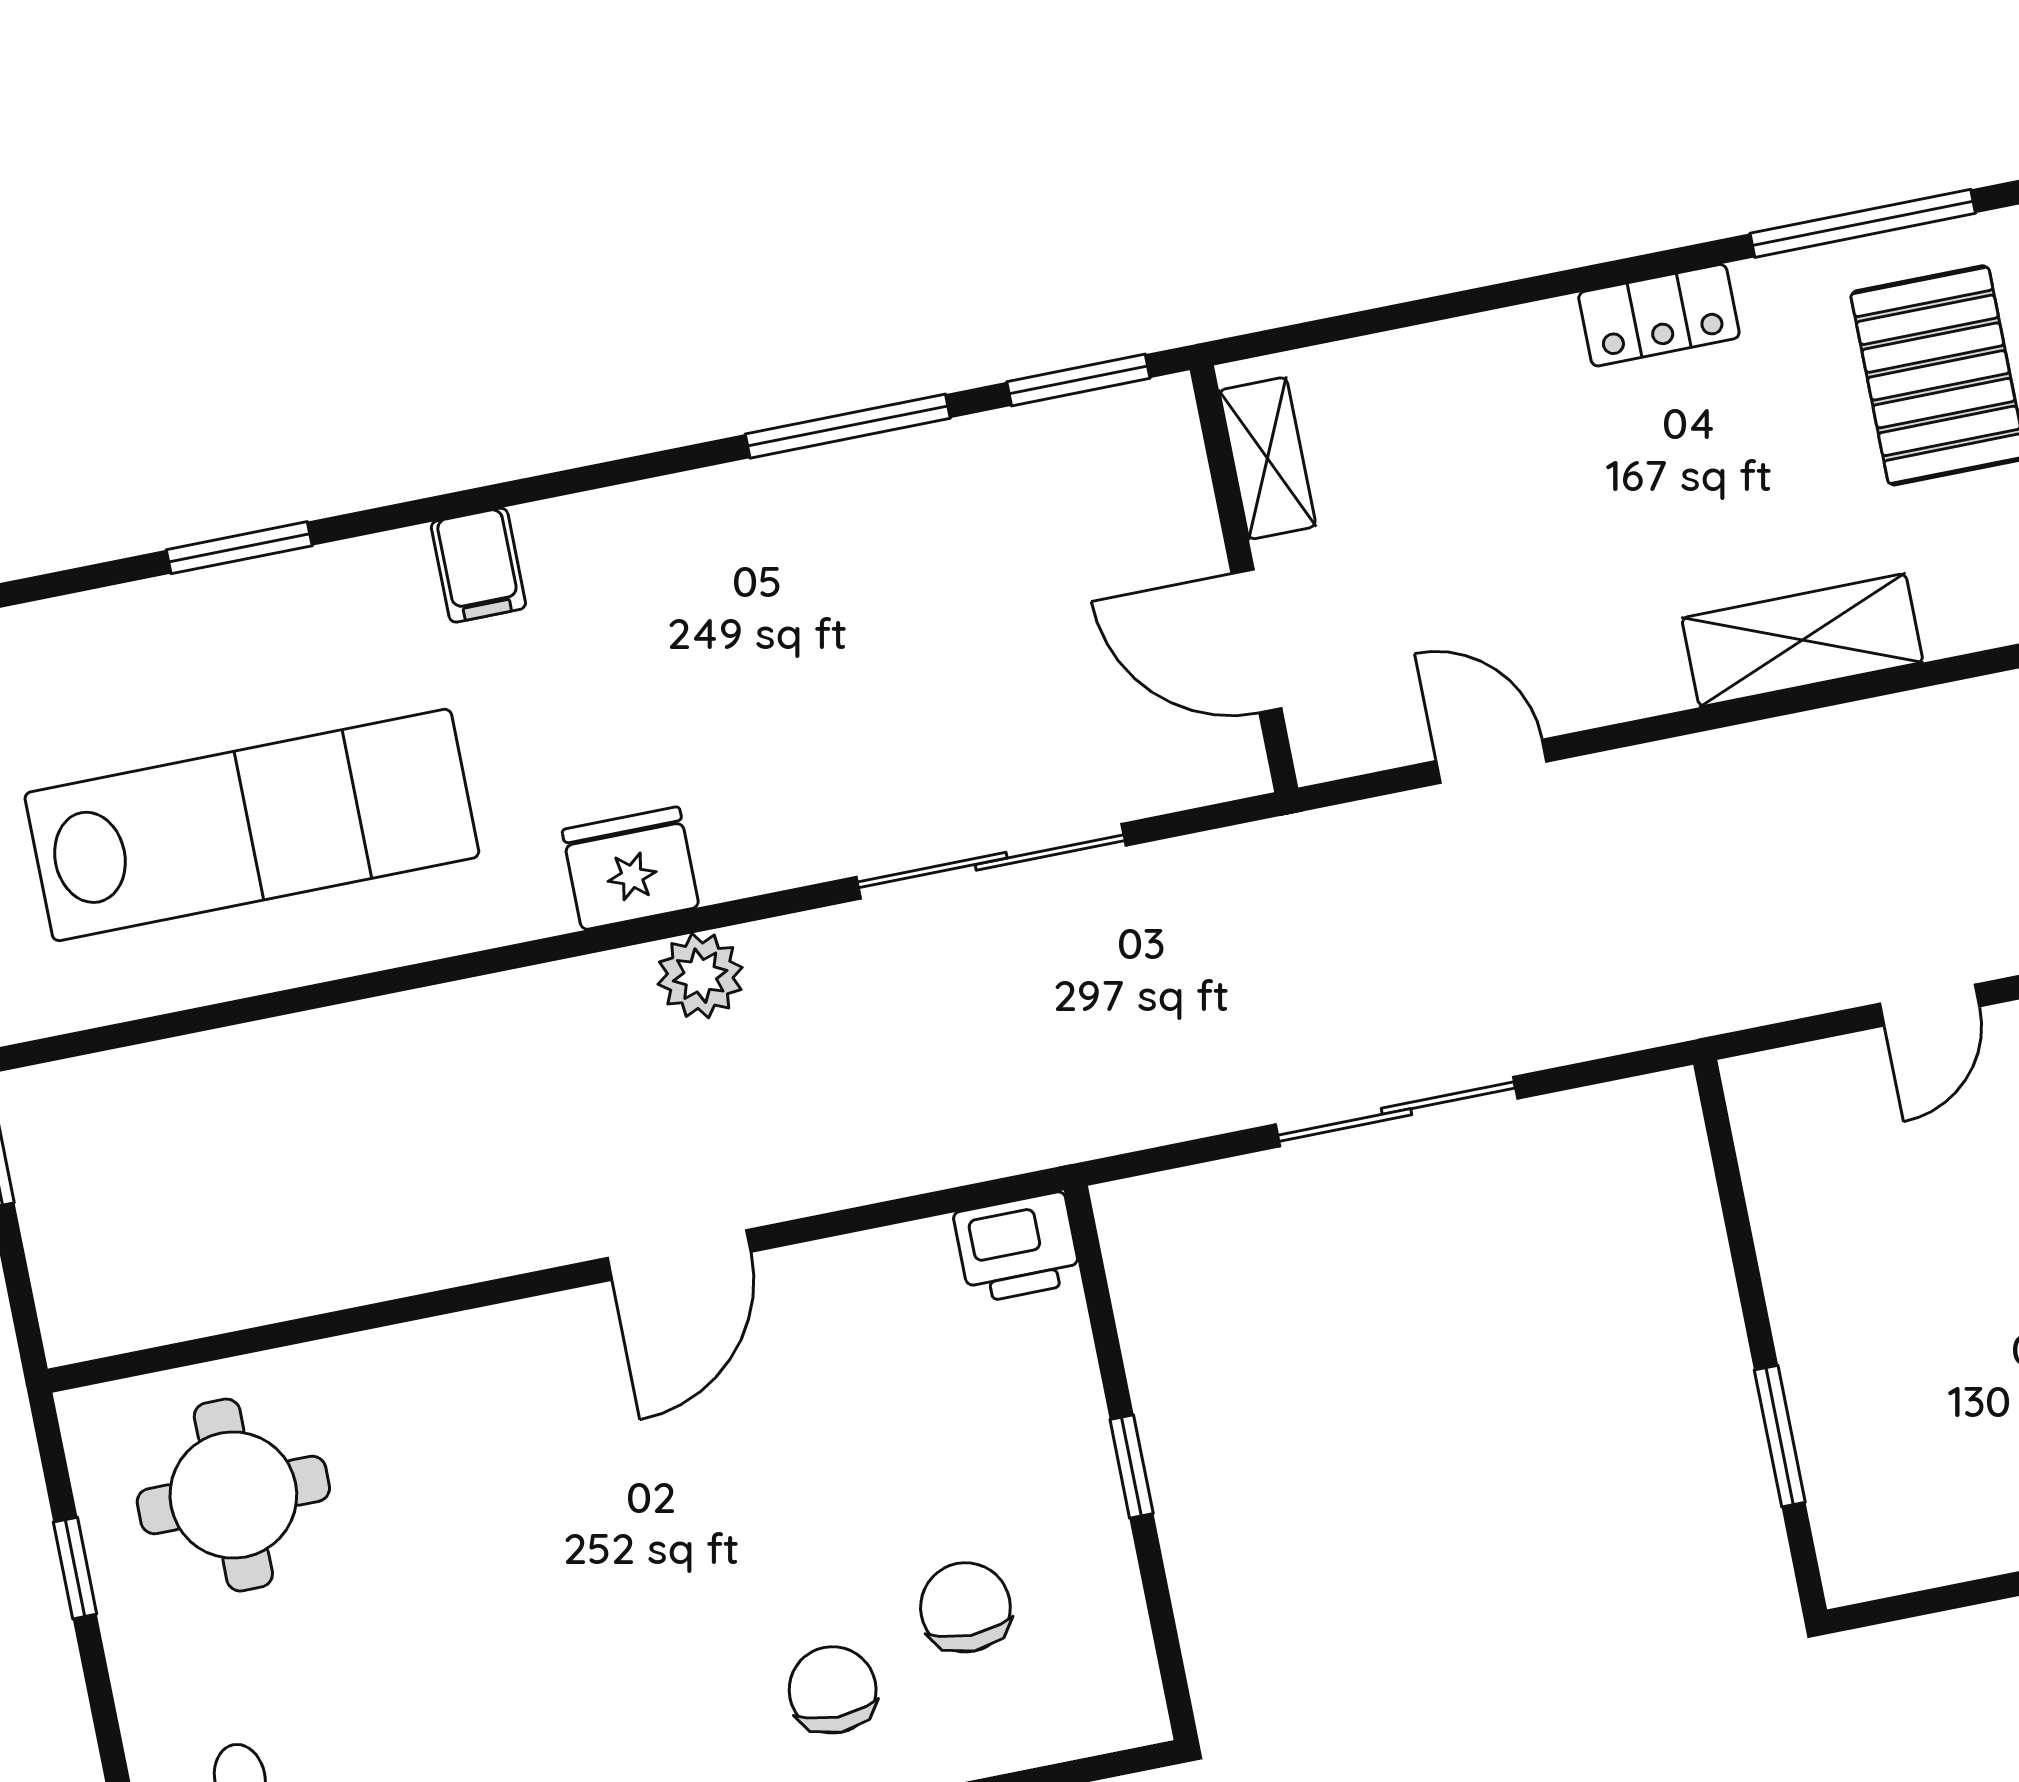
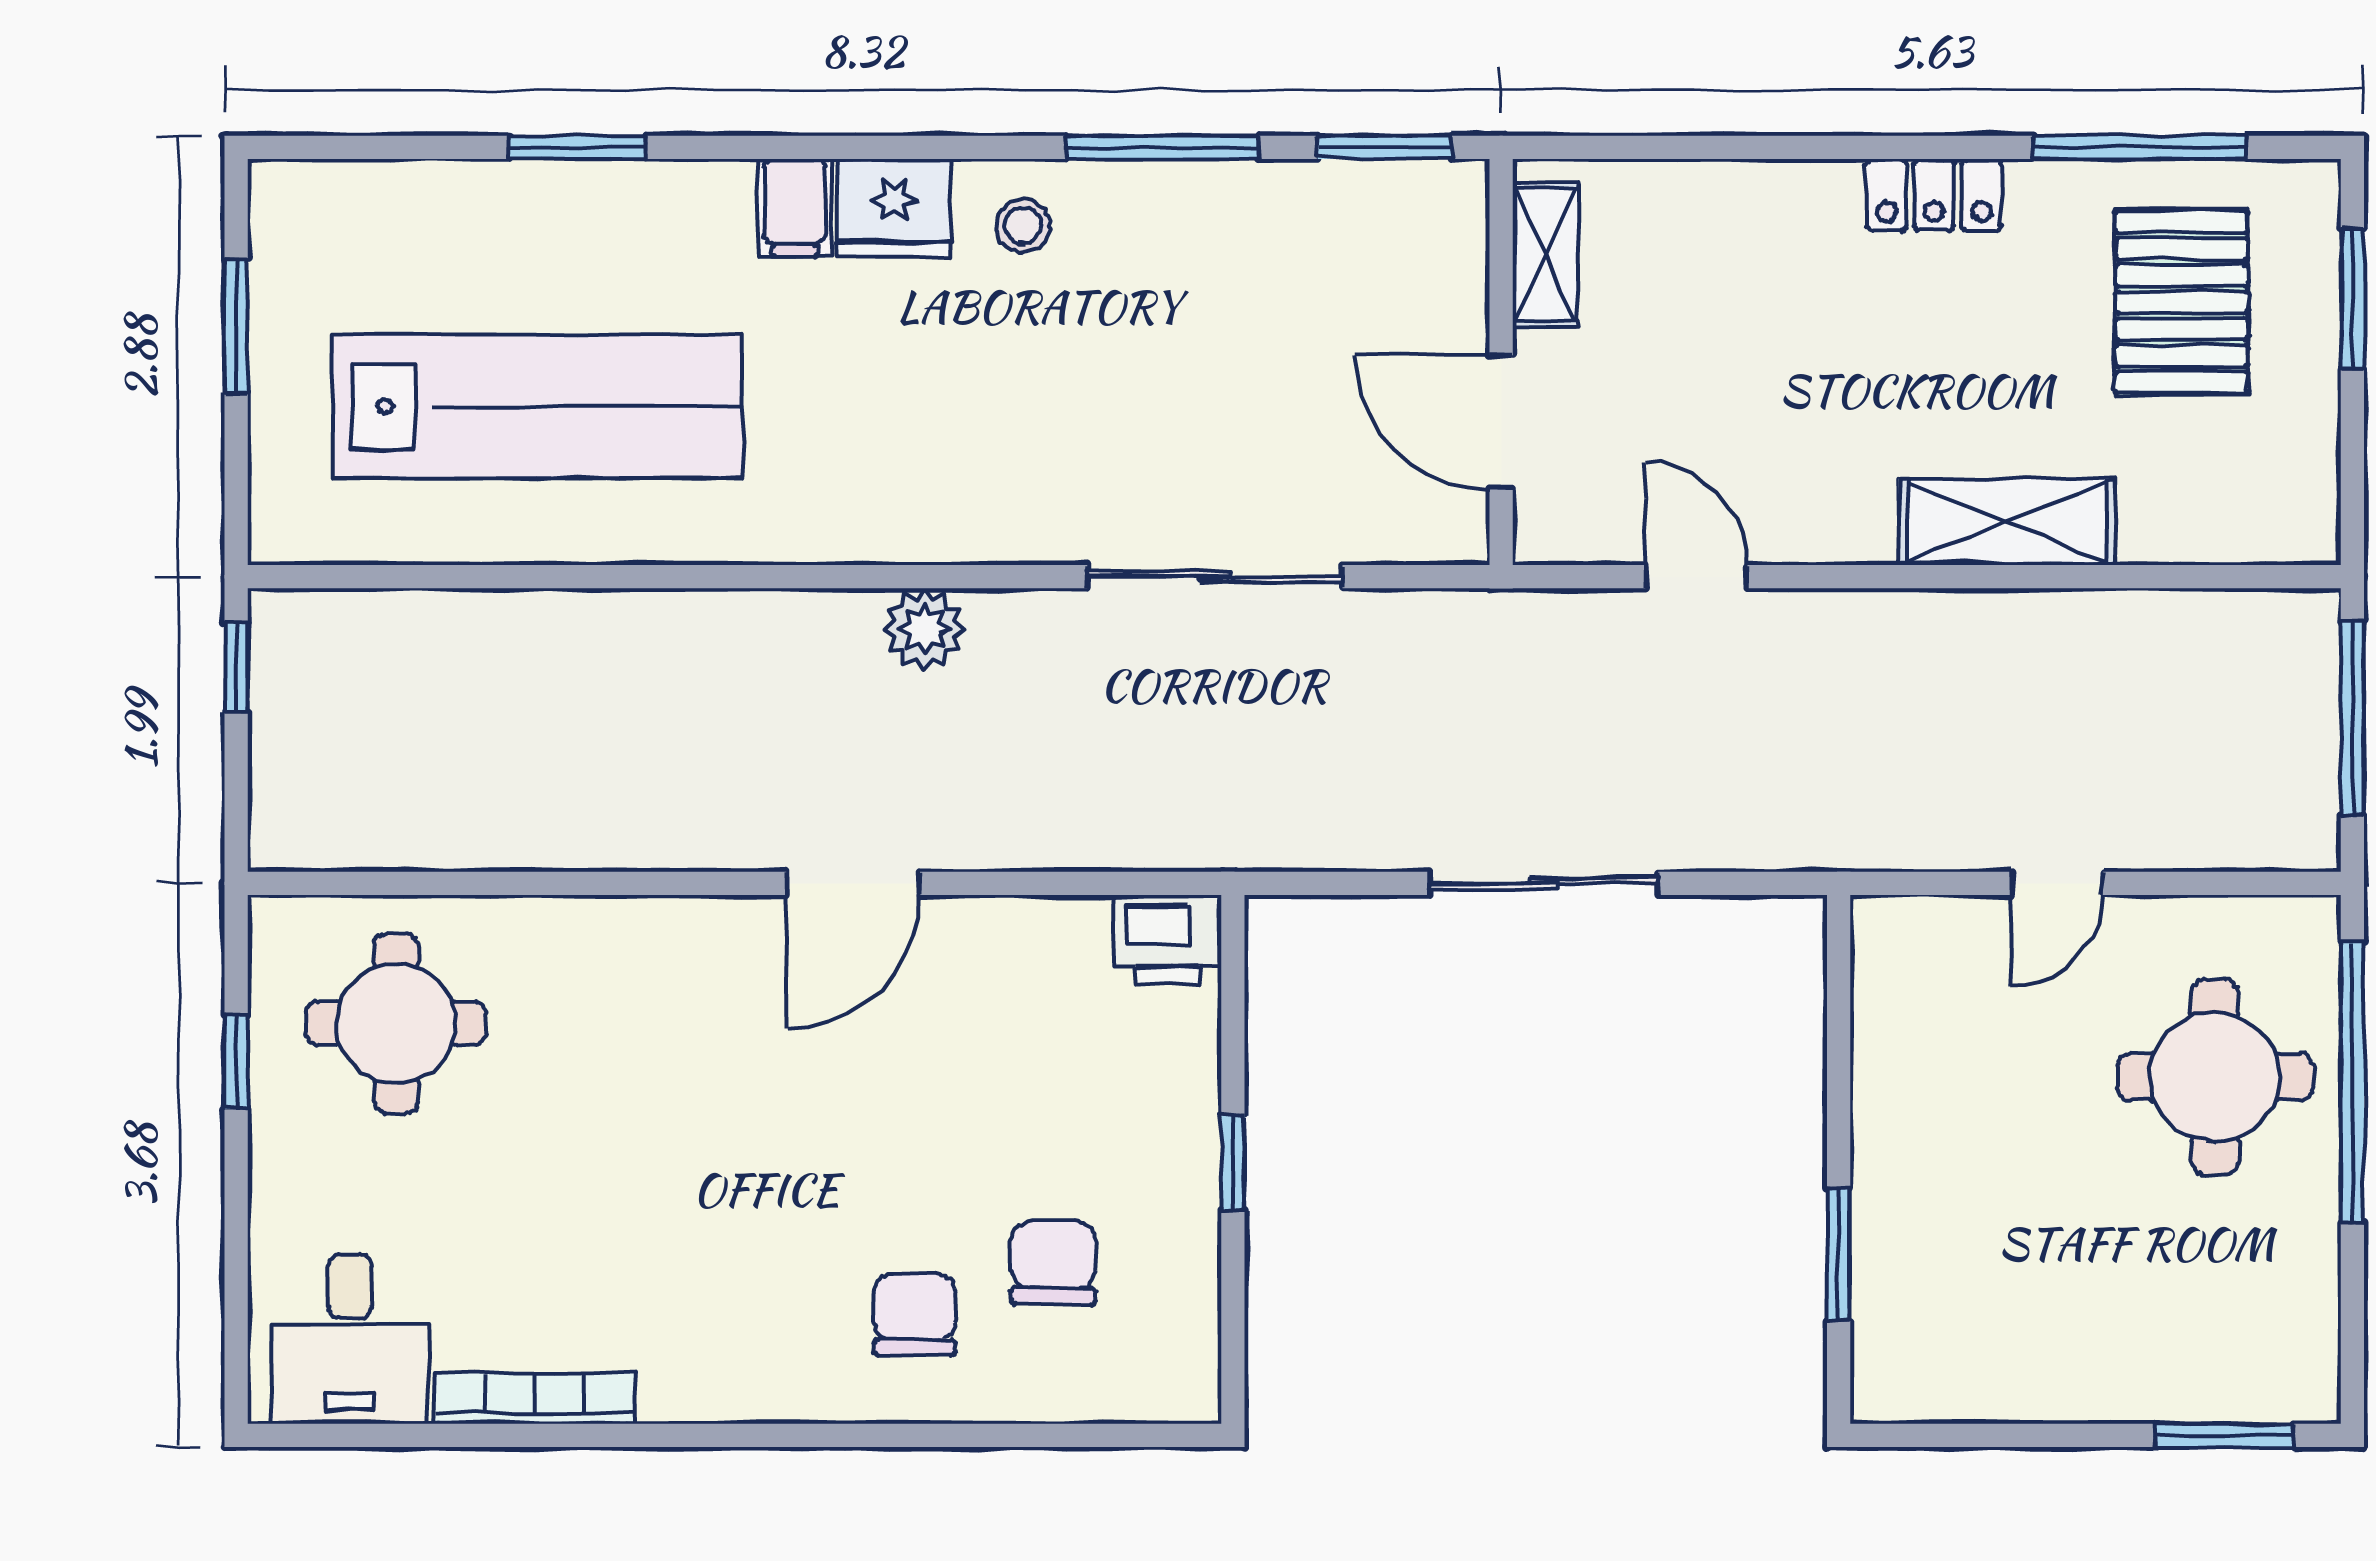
stool: (719, 536) -> (1023, 225), added
fridge: (631, 868) -> (894, 208), moved, turned 180

